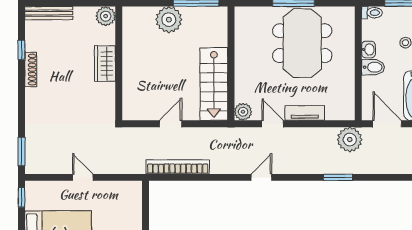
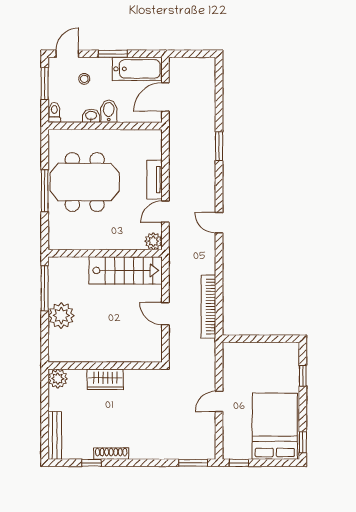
plant: (350, 140) -> (181, 135), removed

